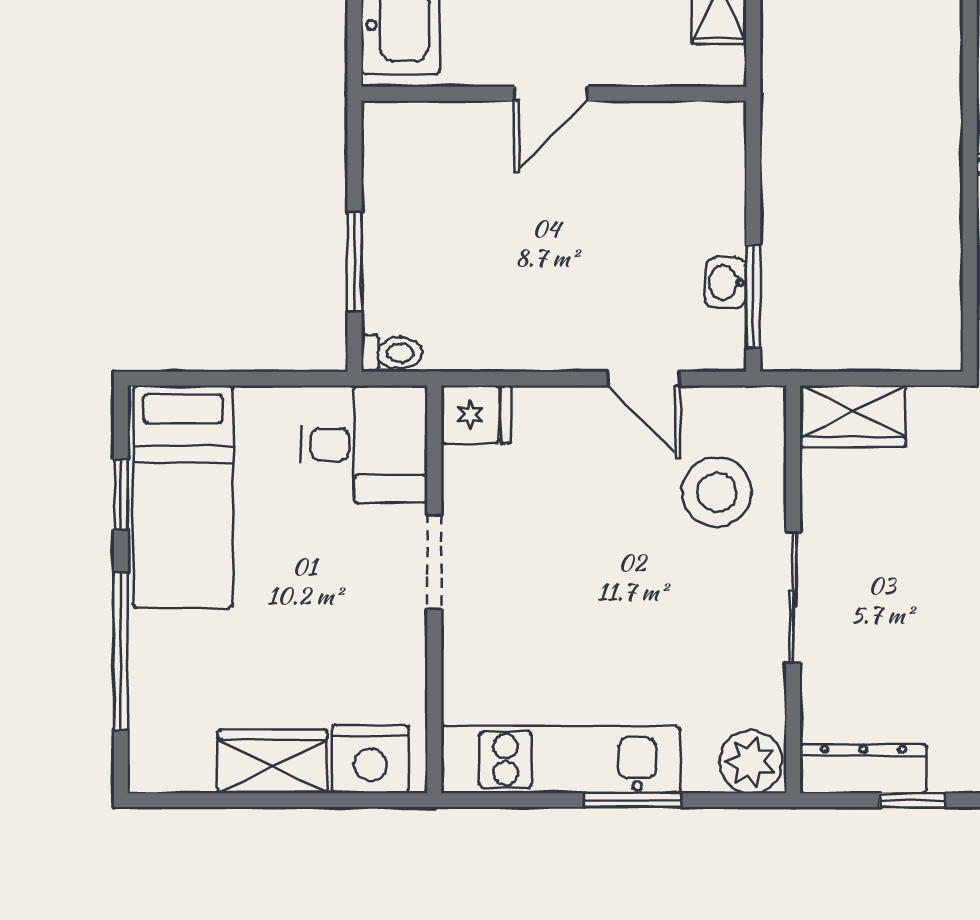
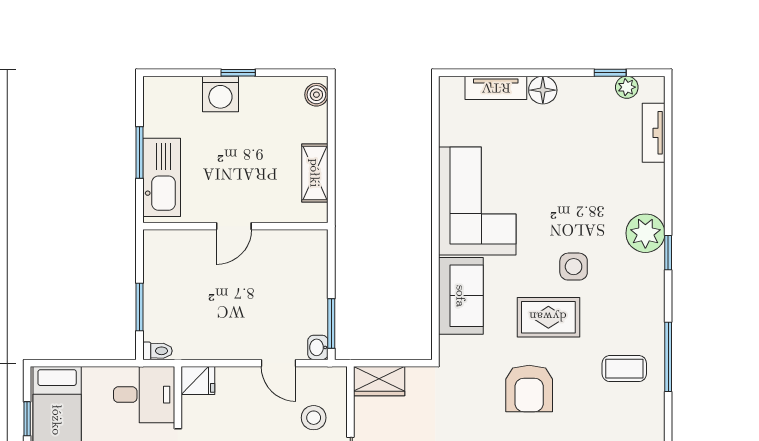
washbasin: (726, 283) -> (318, 347), moved
stool: (717, 492) -> (314, 418), width x0.73, depth x0.73

